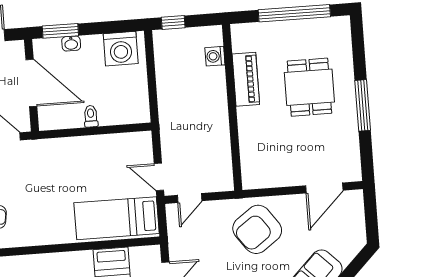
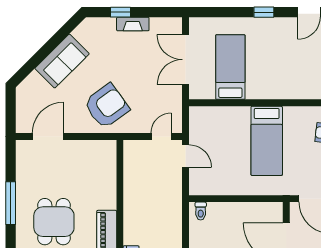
toilet: (91, 116) -> (201, 211), moved
bed: (117, 218) -> (267, 141), moved, turned 90

